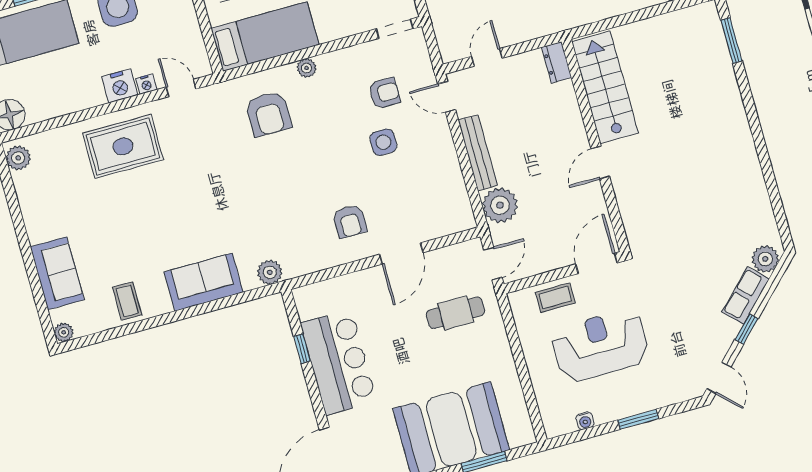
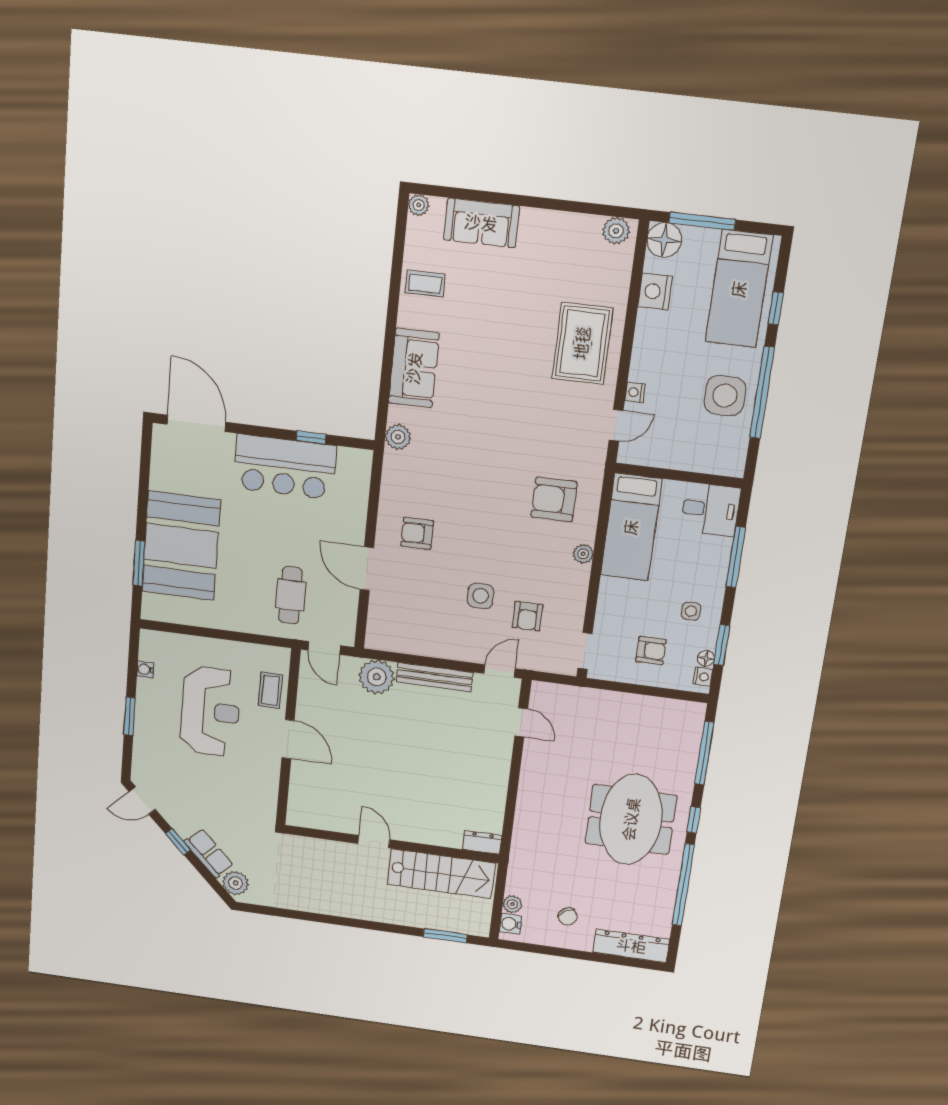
dresser: (557, 62) -> (482, 842), moved
nightstand: (120, 86) -> (655, 292), moved
stairs: (605, 87) -> (441, 874), moved
wall: (596, 145) -> (391, 844), moved
door: (600, 163) -> (374, 842), moved

